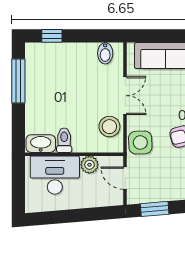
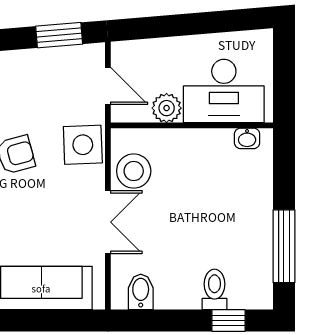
double door: (125, 96) -> (108, 222), swing flipped
toilet: (64, 140) -> (214, 289), moved, turned 180
washbasin: (41, 144) -> (247, 138), width x0.52, depth x0.69

